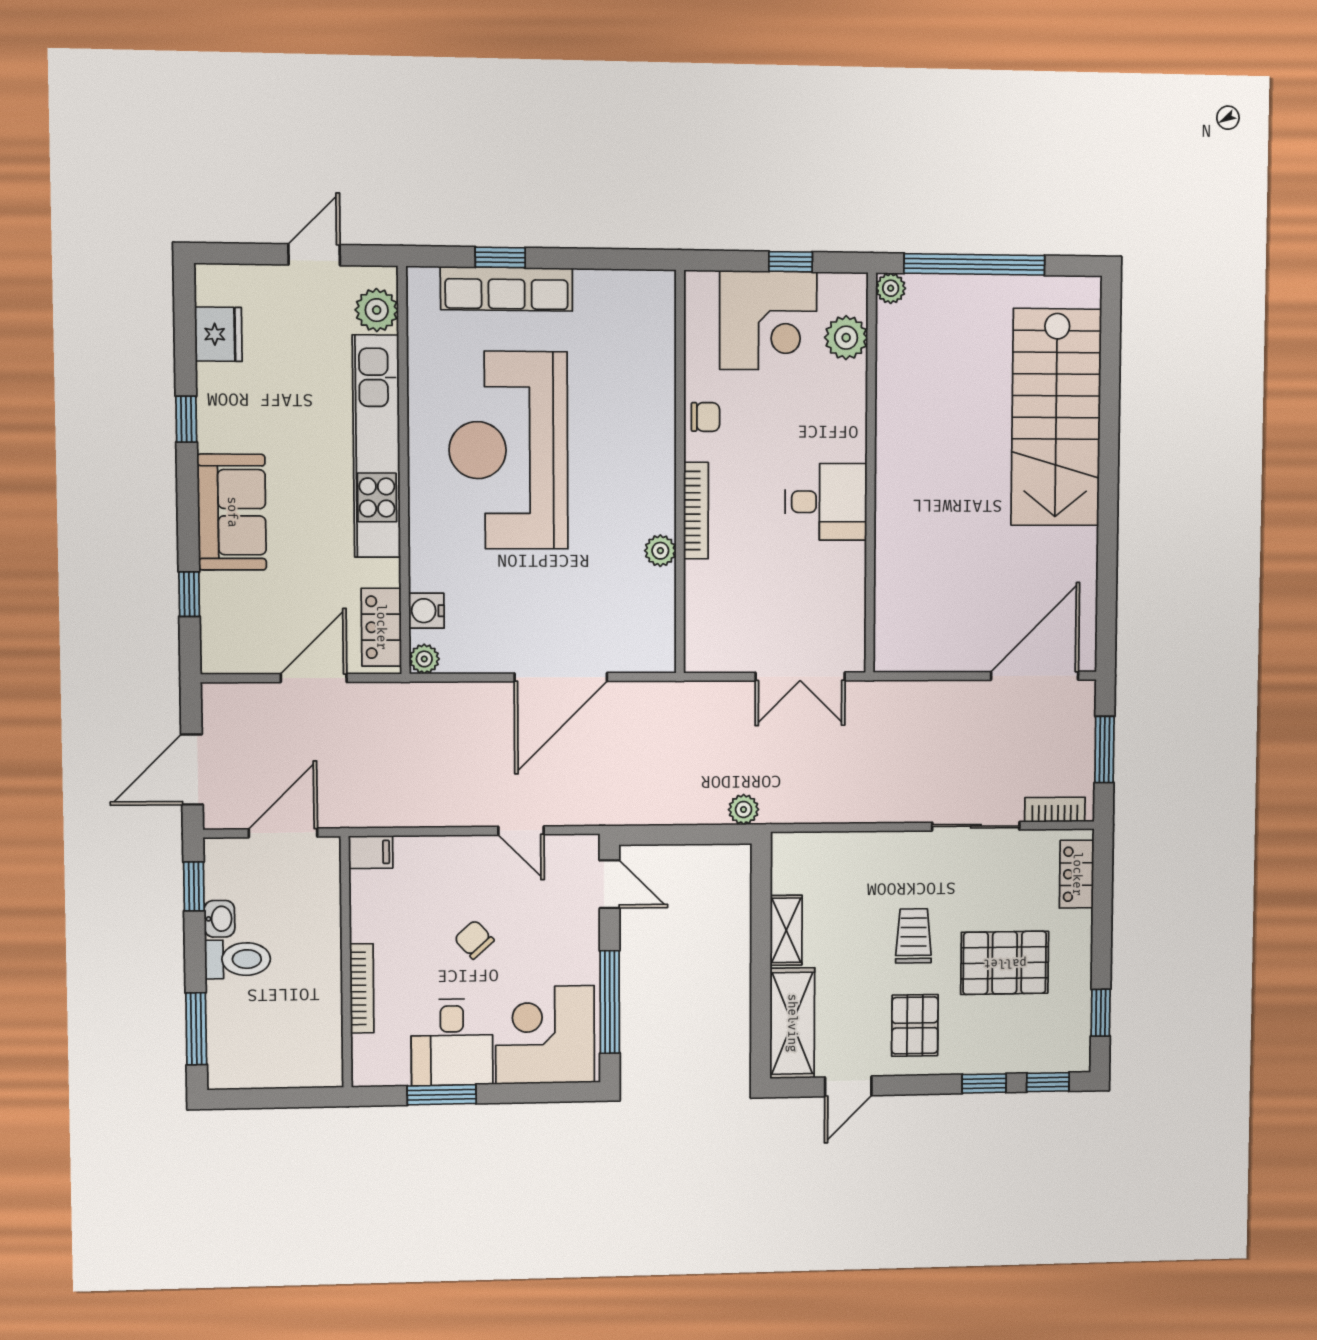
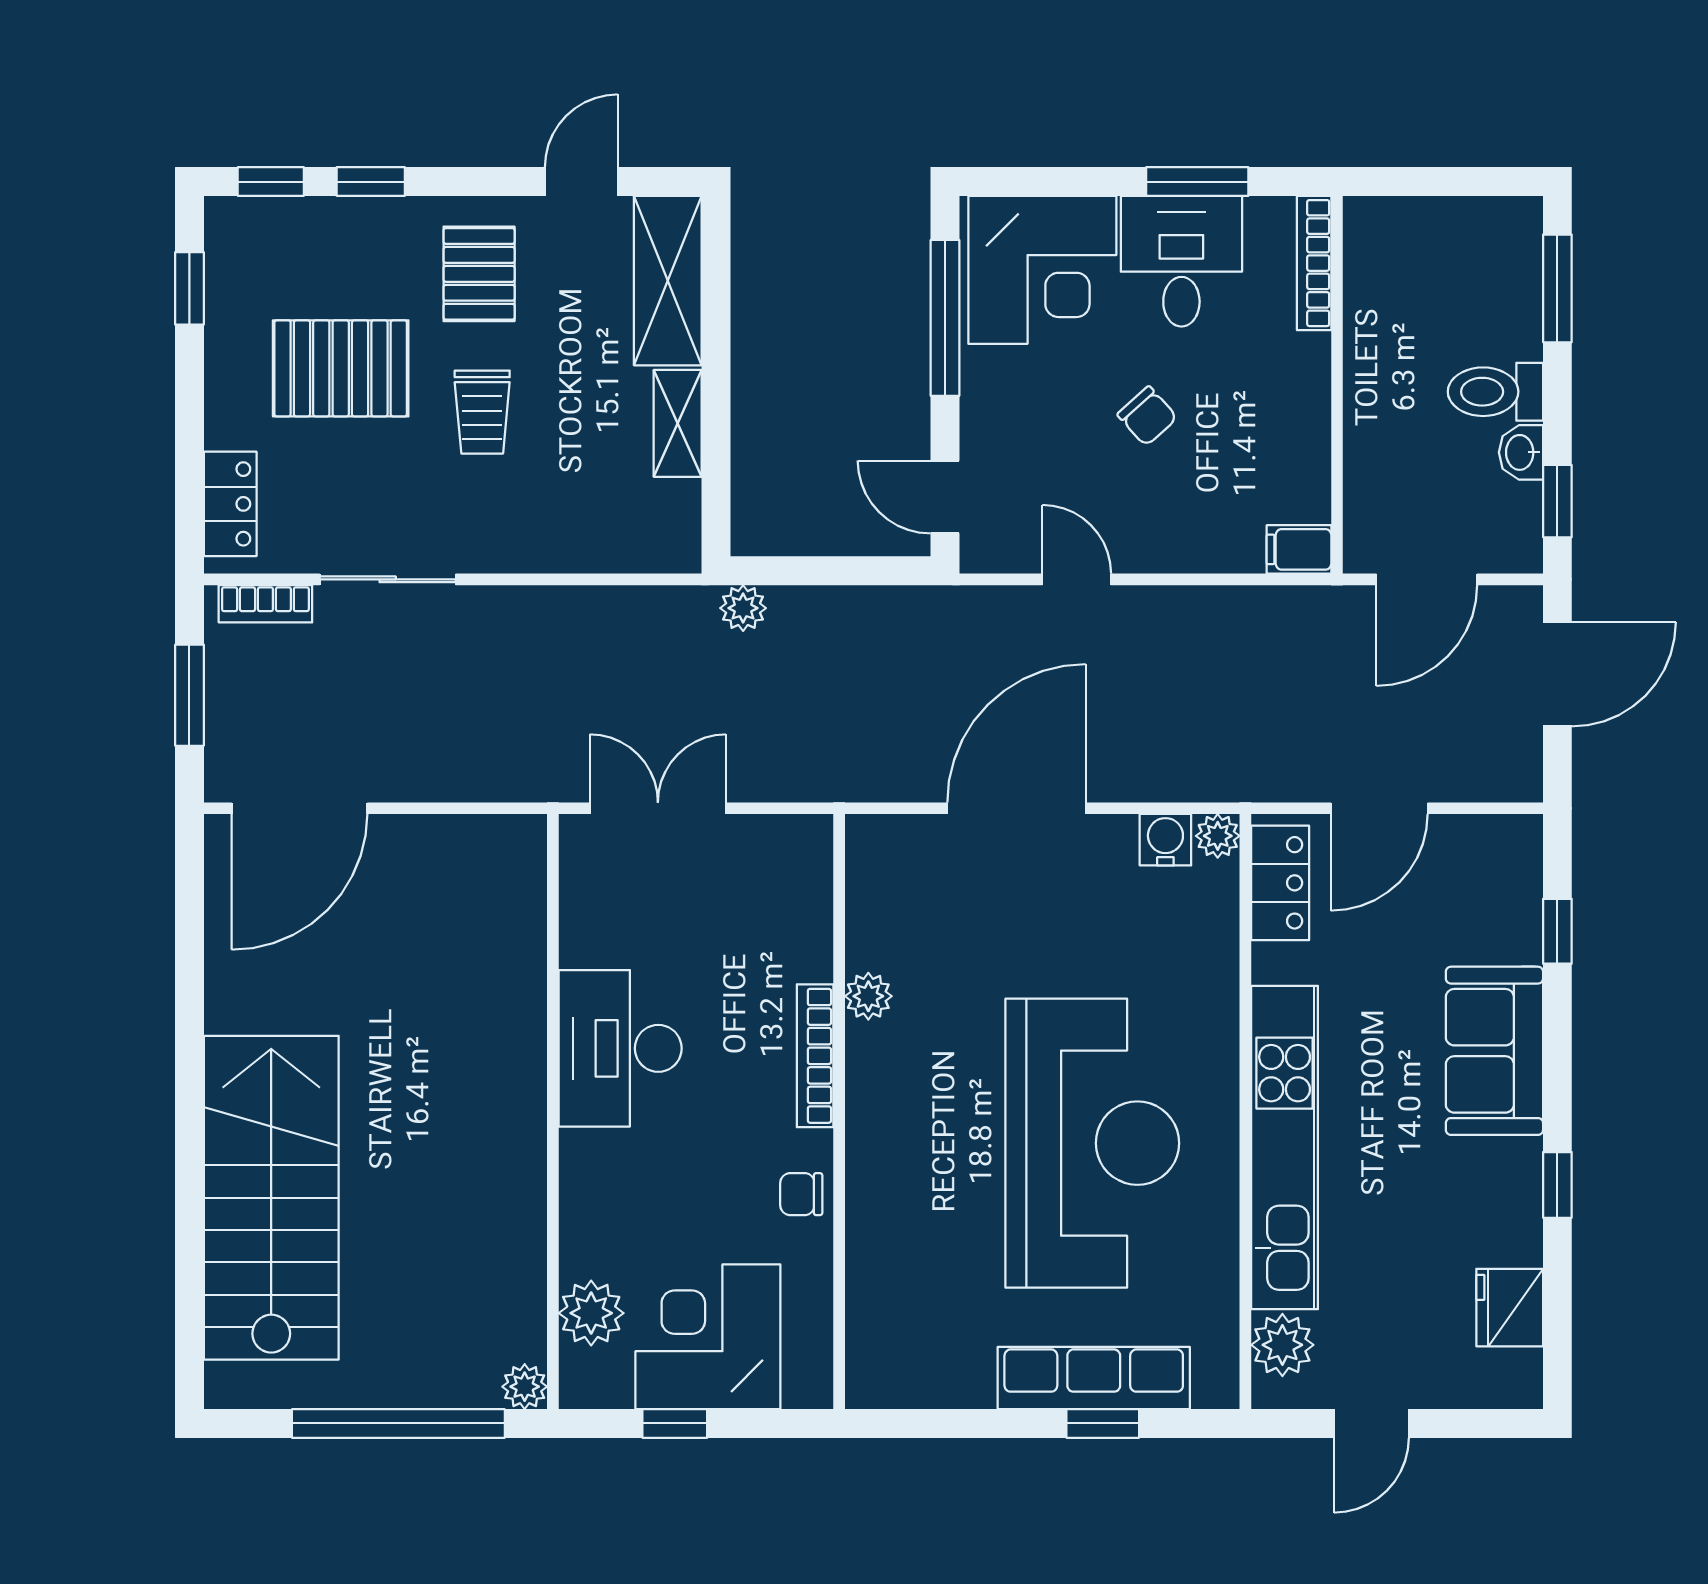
desk: (826, 502) -> (620, 1048), width x1.37
water cooler: (426, 611) -> (1165, 840), moved, turned -90
bookcase: (362, 988) -> (1314, 263), moved

